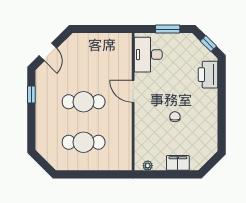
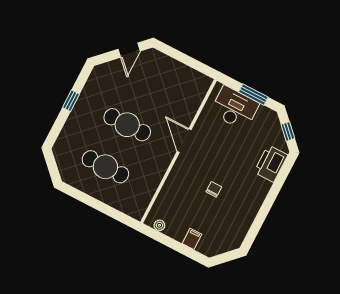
door: (48, 52) -> (129, 50), moved
desk: (148, 55) -> (235, 108), moved, turned 90
window: (31, 94) -> (71, 101), moved
filing cabinet: (178, 163) -> (192, 239), width x0.50

